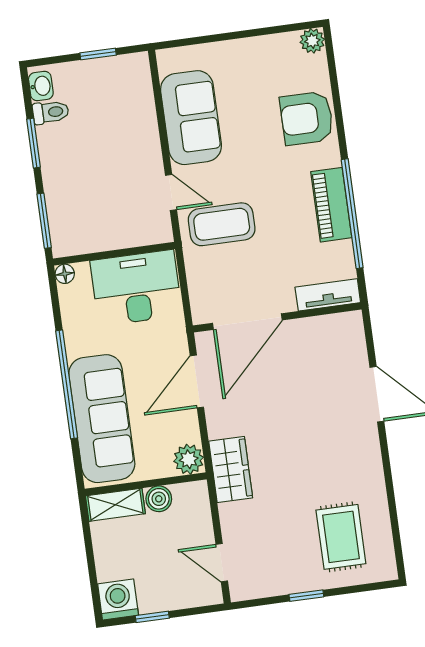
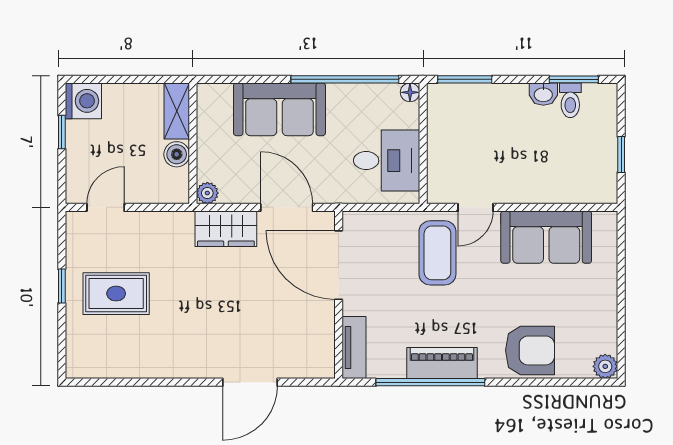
washbasin: (41, 86) -> (543, 94), moved
armchair: (307, 118) -> (530, 350), turned 90
window: (34, 143) -> (574, 79), moved
desk: (136, 288) -> (387, 161), width x0.73
window: (67, 384) -> (345, 79), moved
sofa: (102, 419) -> (279, 109), width x0.73
plant: (189, 459) -> (207, 193), width x0.73, depth x0.73
wardrobe: (231, 470) -> (226, 229), moved
rug: (341, 537) -> (116, 294), moved

